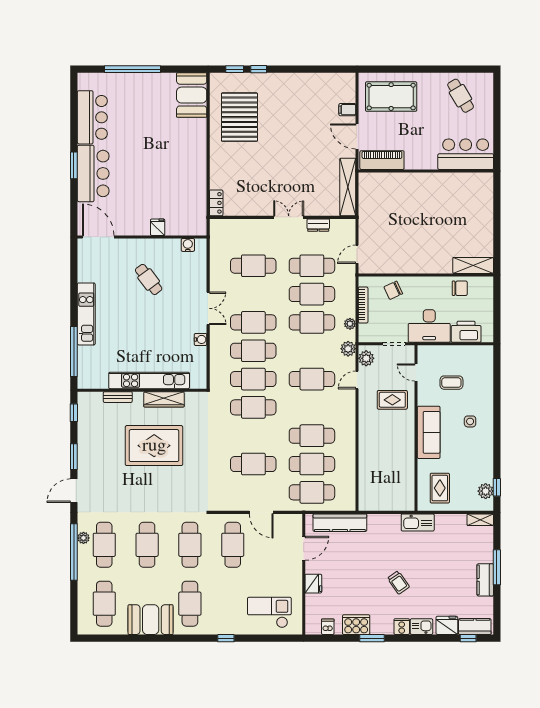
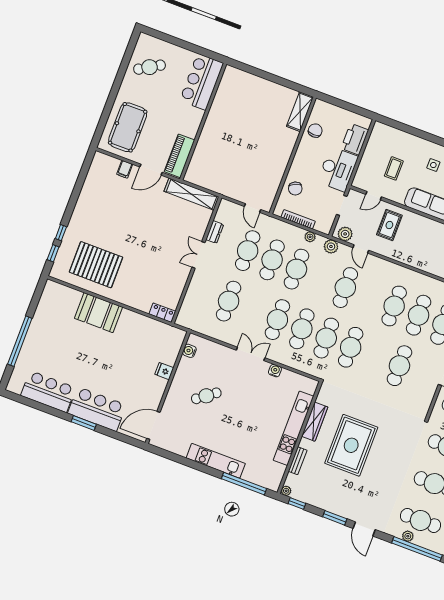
booth: (192, 95) -> (98, 313), moved
plant: (83, 397) -> (286, 491), added

